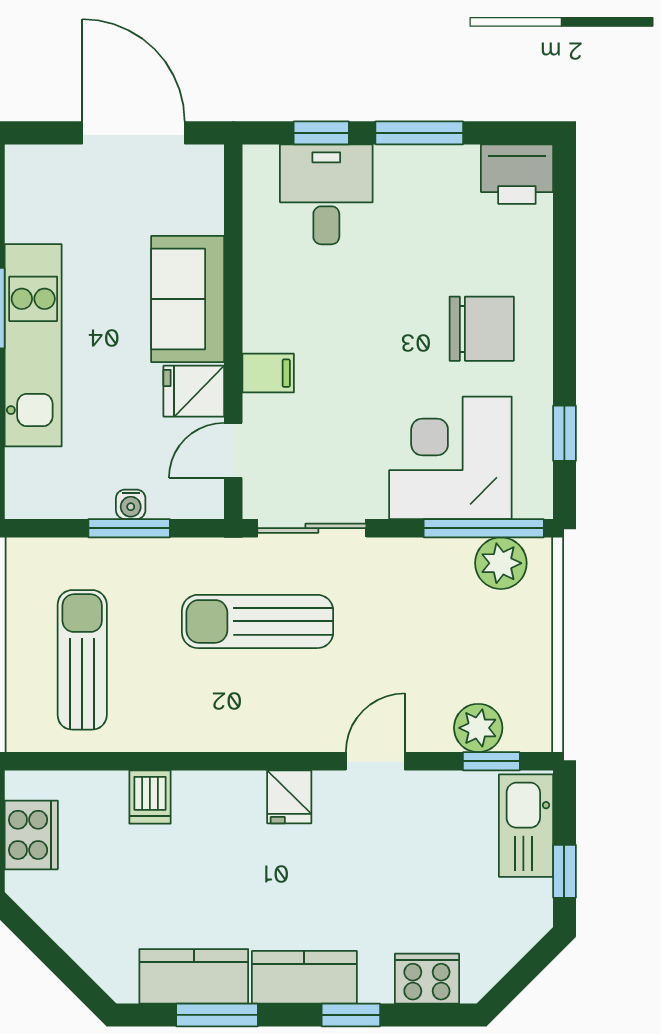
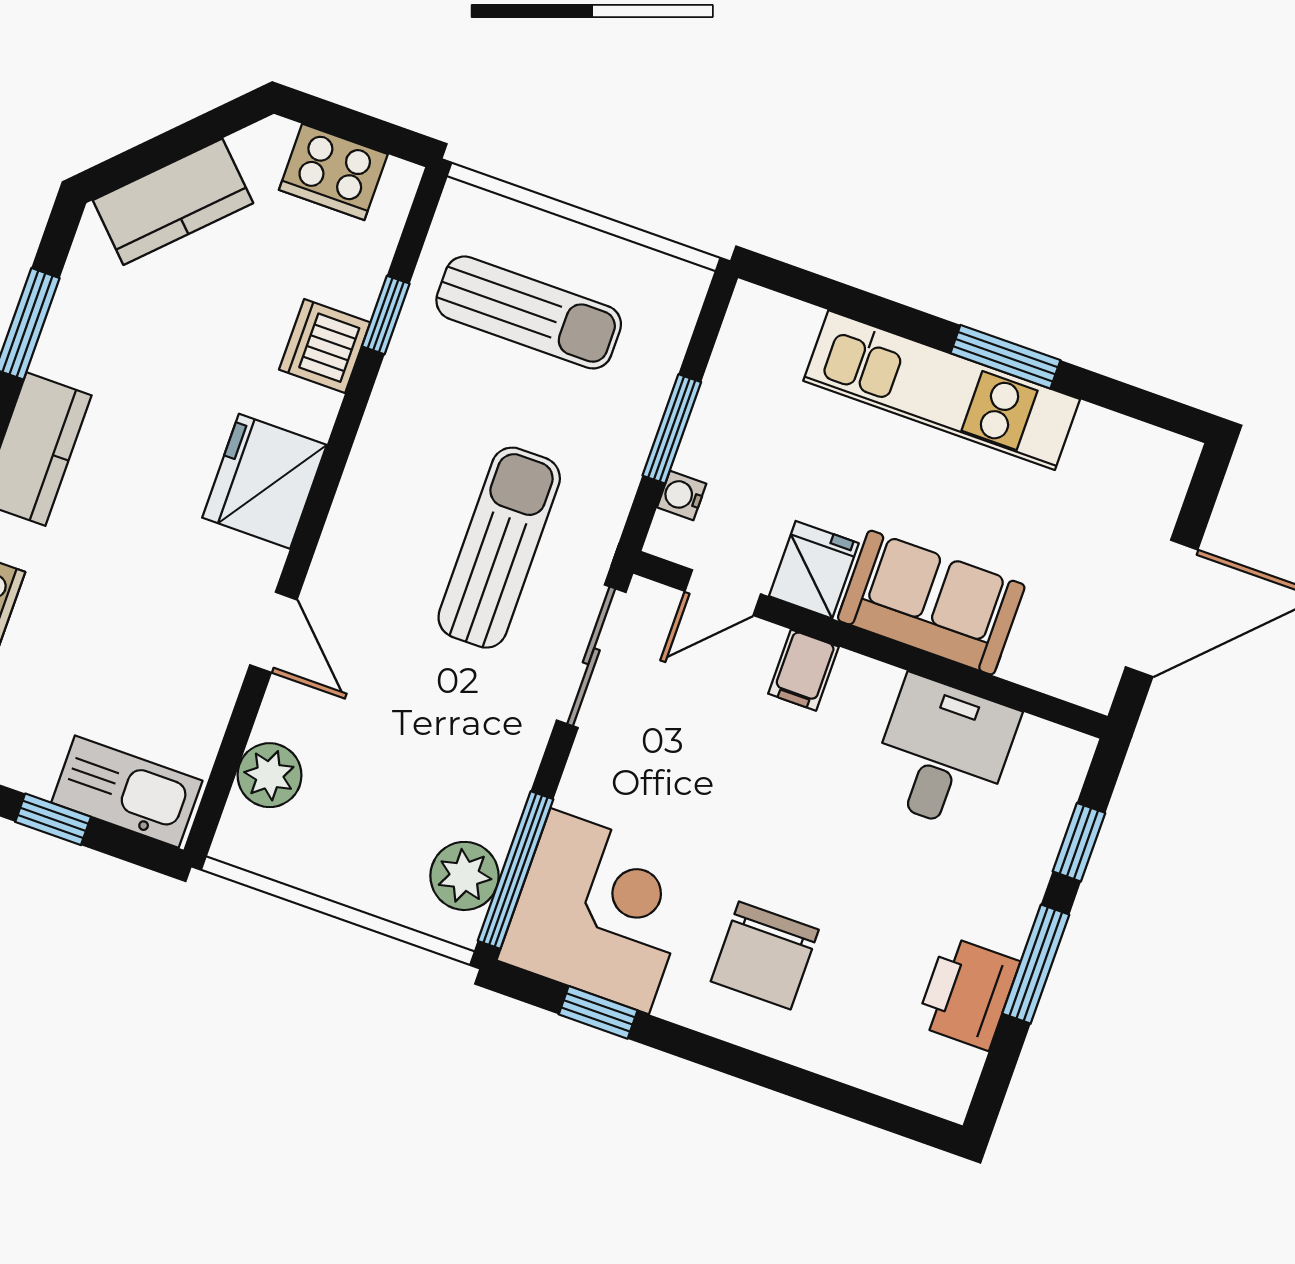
printer: (517, 174) -> (968, 993), moved
desk: (326, 194) -> (943, 753), moved, turned -90
door: (233, 450) -> (723, 593), swing flipped
corner desk: (450, 458) -> (600, 911), moved
water cooler: (131, 504) -> (682, 496), moved
window: (491, 761) -> (386, 315), moved
dishwasher: (150, 797) -> (325, 346), width x1.38
fridge: (289, 797) -> (264, 481), width x1.88, depth x1.34
kitchen counter: (194, 976) -> (173, 202), moved, turned 45

